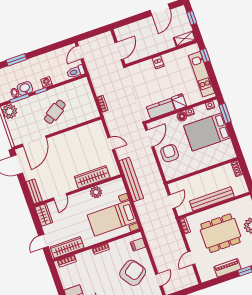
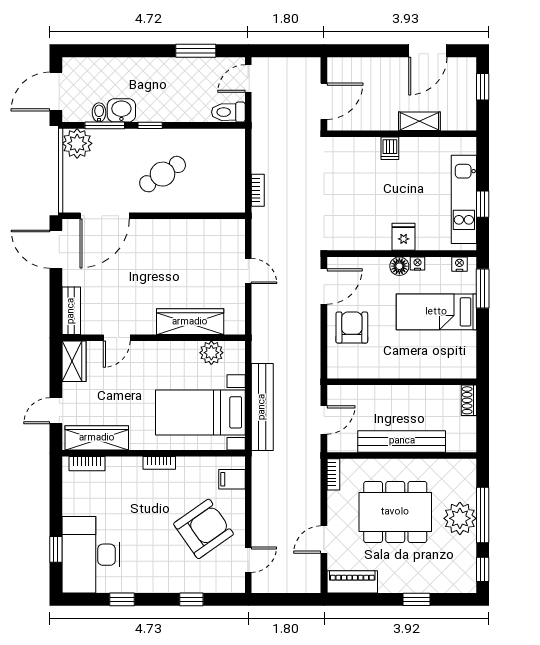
shelving: (185, 39) -> (419, 121), moved
window: (205, 55) -> (483, 204), moved
window: (16, 60) -> (196, 51), moved
washing machine: (47, 82) -> (166, 113), removed
kitchen counter: (161, 109) -> (364, 238), removed
bed: (207, 132) -> (436, 312), width x0.67
bench: (131, 180) -> (262, 407), moved
plant: (96, 192) -> (211, 353), moved
piano: (227, 268) -> (352, 582), moved

